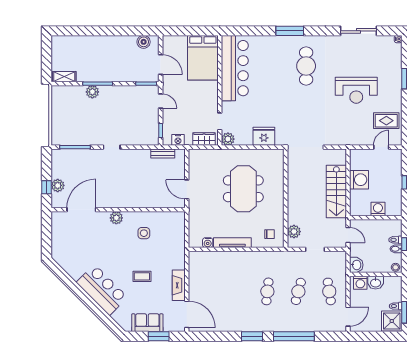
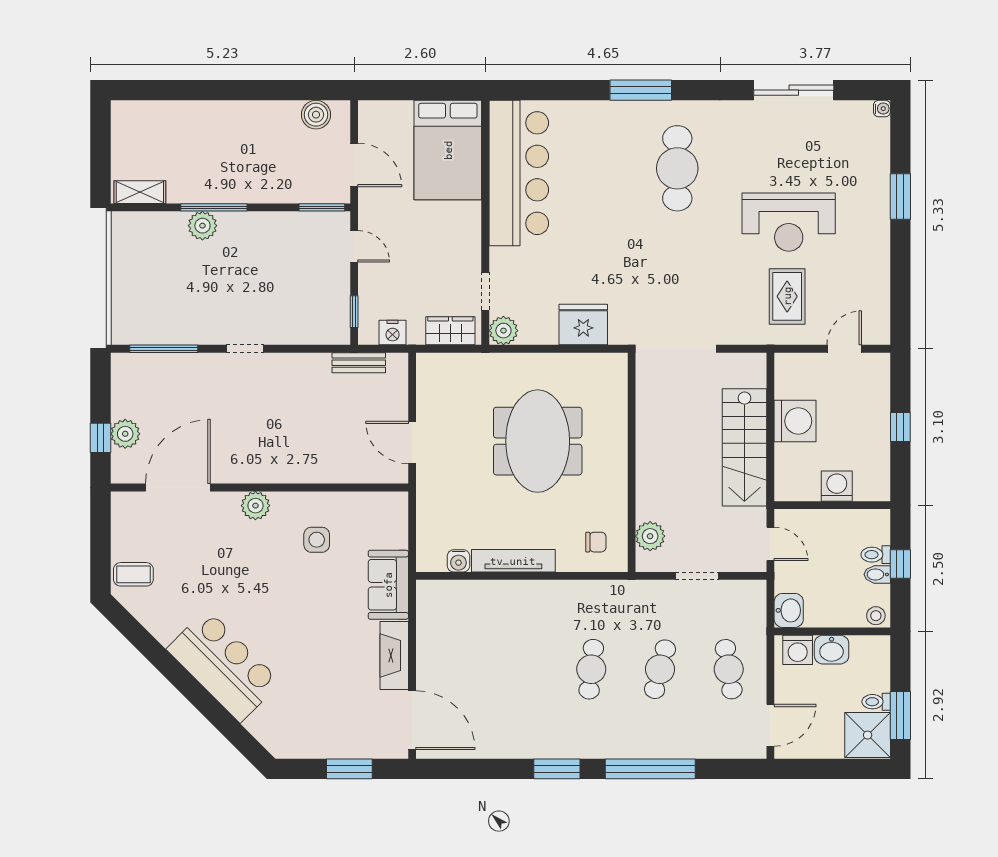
rug: (386, 121) -> (787, 296), moved, turned 90
coffee table: (142, 276) -> (133, 574), moved
sofa: (147, 323) -> (388, 585), moved, turned -90

